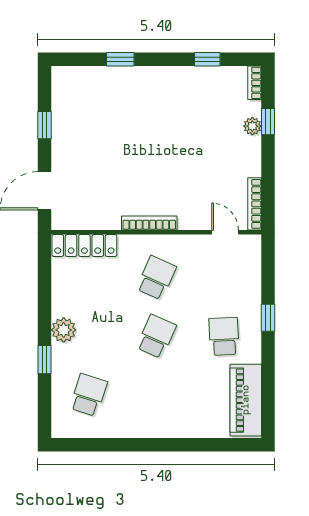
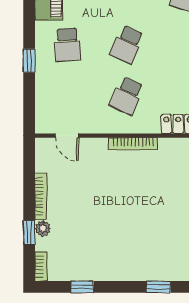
bookcase: (255, 204) -> (41, 196), moved

